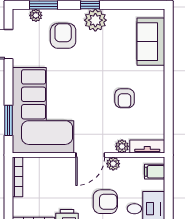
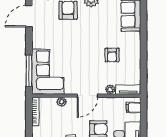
corner sofa: (43, 110) -> (48, 72), width x0.73, depth x0.74
window: (9, 120) -> (29, 71), width x1.44
plant: (113, 164) -> (62, 102), moved

